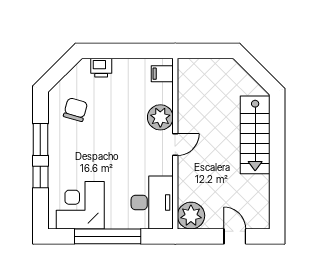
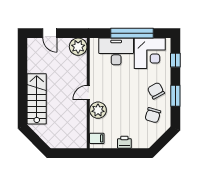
printer: (101, 68) -> (124, 142), moved
chair: (71, 147) -> (156, 91), added
window: (40, 177) -> (175, 60), moved
desk: (152, 202) -> (116, 51), moved, turned 90

